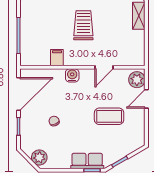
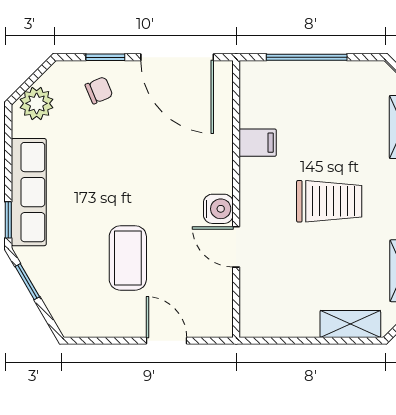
water cooler: (72, 75) -> (218, 209), moved
plant: (137, 80) -> (209, 320), removed
chair: (54, 121) -> (99, 90), moved
row of seats: (87, 161) -> (29, 192), width x1.48

